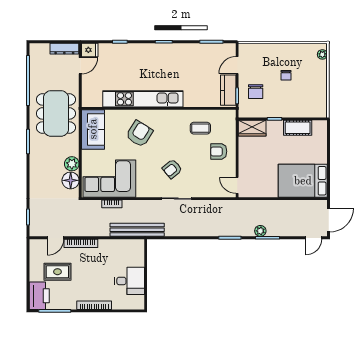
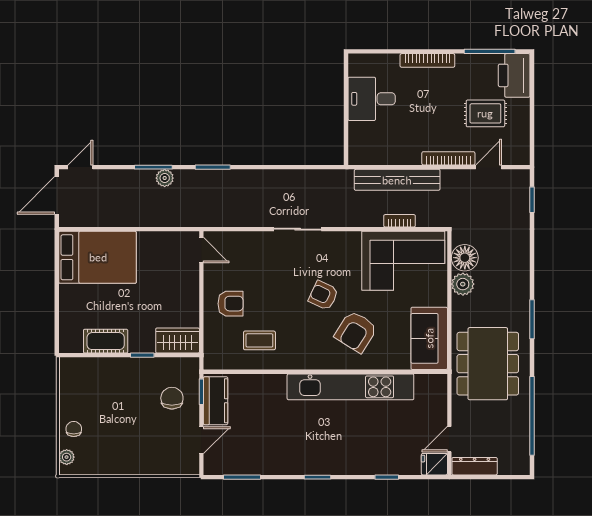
chair: (286, 75) -> (74, 429), moved
armchair: (172, 169) -> (323, 295), moved, turned -116
bench: (137, 230) -> (397, 180), moved

